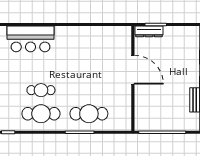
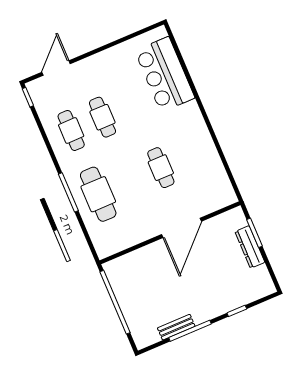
dresser: (149, 31) -> (250, 247), moved
cafe table: (89, 67) -> (161, 168), added
cafe table: (41, 114) -> (71, 130), width x0.73, depth x0.74

